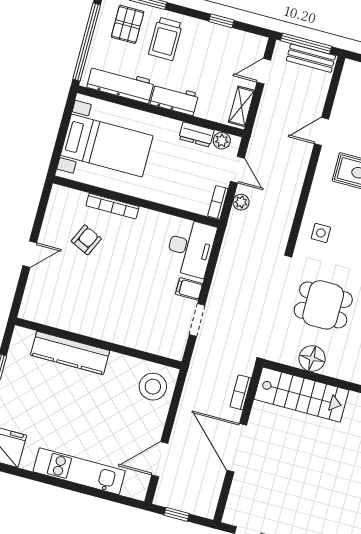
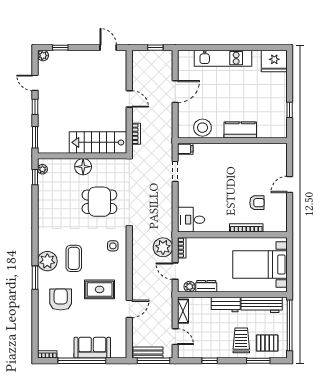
pallet: (128, 24) -> (267, 343), turned 90
door: (264, 71) -> (175, 337), hinge flipped
plant: (241, 202) -> (163, 247), width x1.87, depth x1.87
armchair: (86, 240) -> (257, 203), turned -115
desk: (191, 248) -> (191, 220), width x0.73
filing cabinet: (189, 289) -> (185, 149), moved
kitchen counter: (70, 353) -> (240, 130), width x0.67
floor lamp: (312, 358) -> (83, 167), moved
stool: (153, 387) -> (202, 128), moved
door: (237, 448) -> (129, 99), width x0.53
door: (160, 459) -> (175, 92), moved

